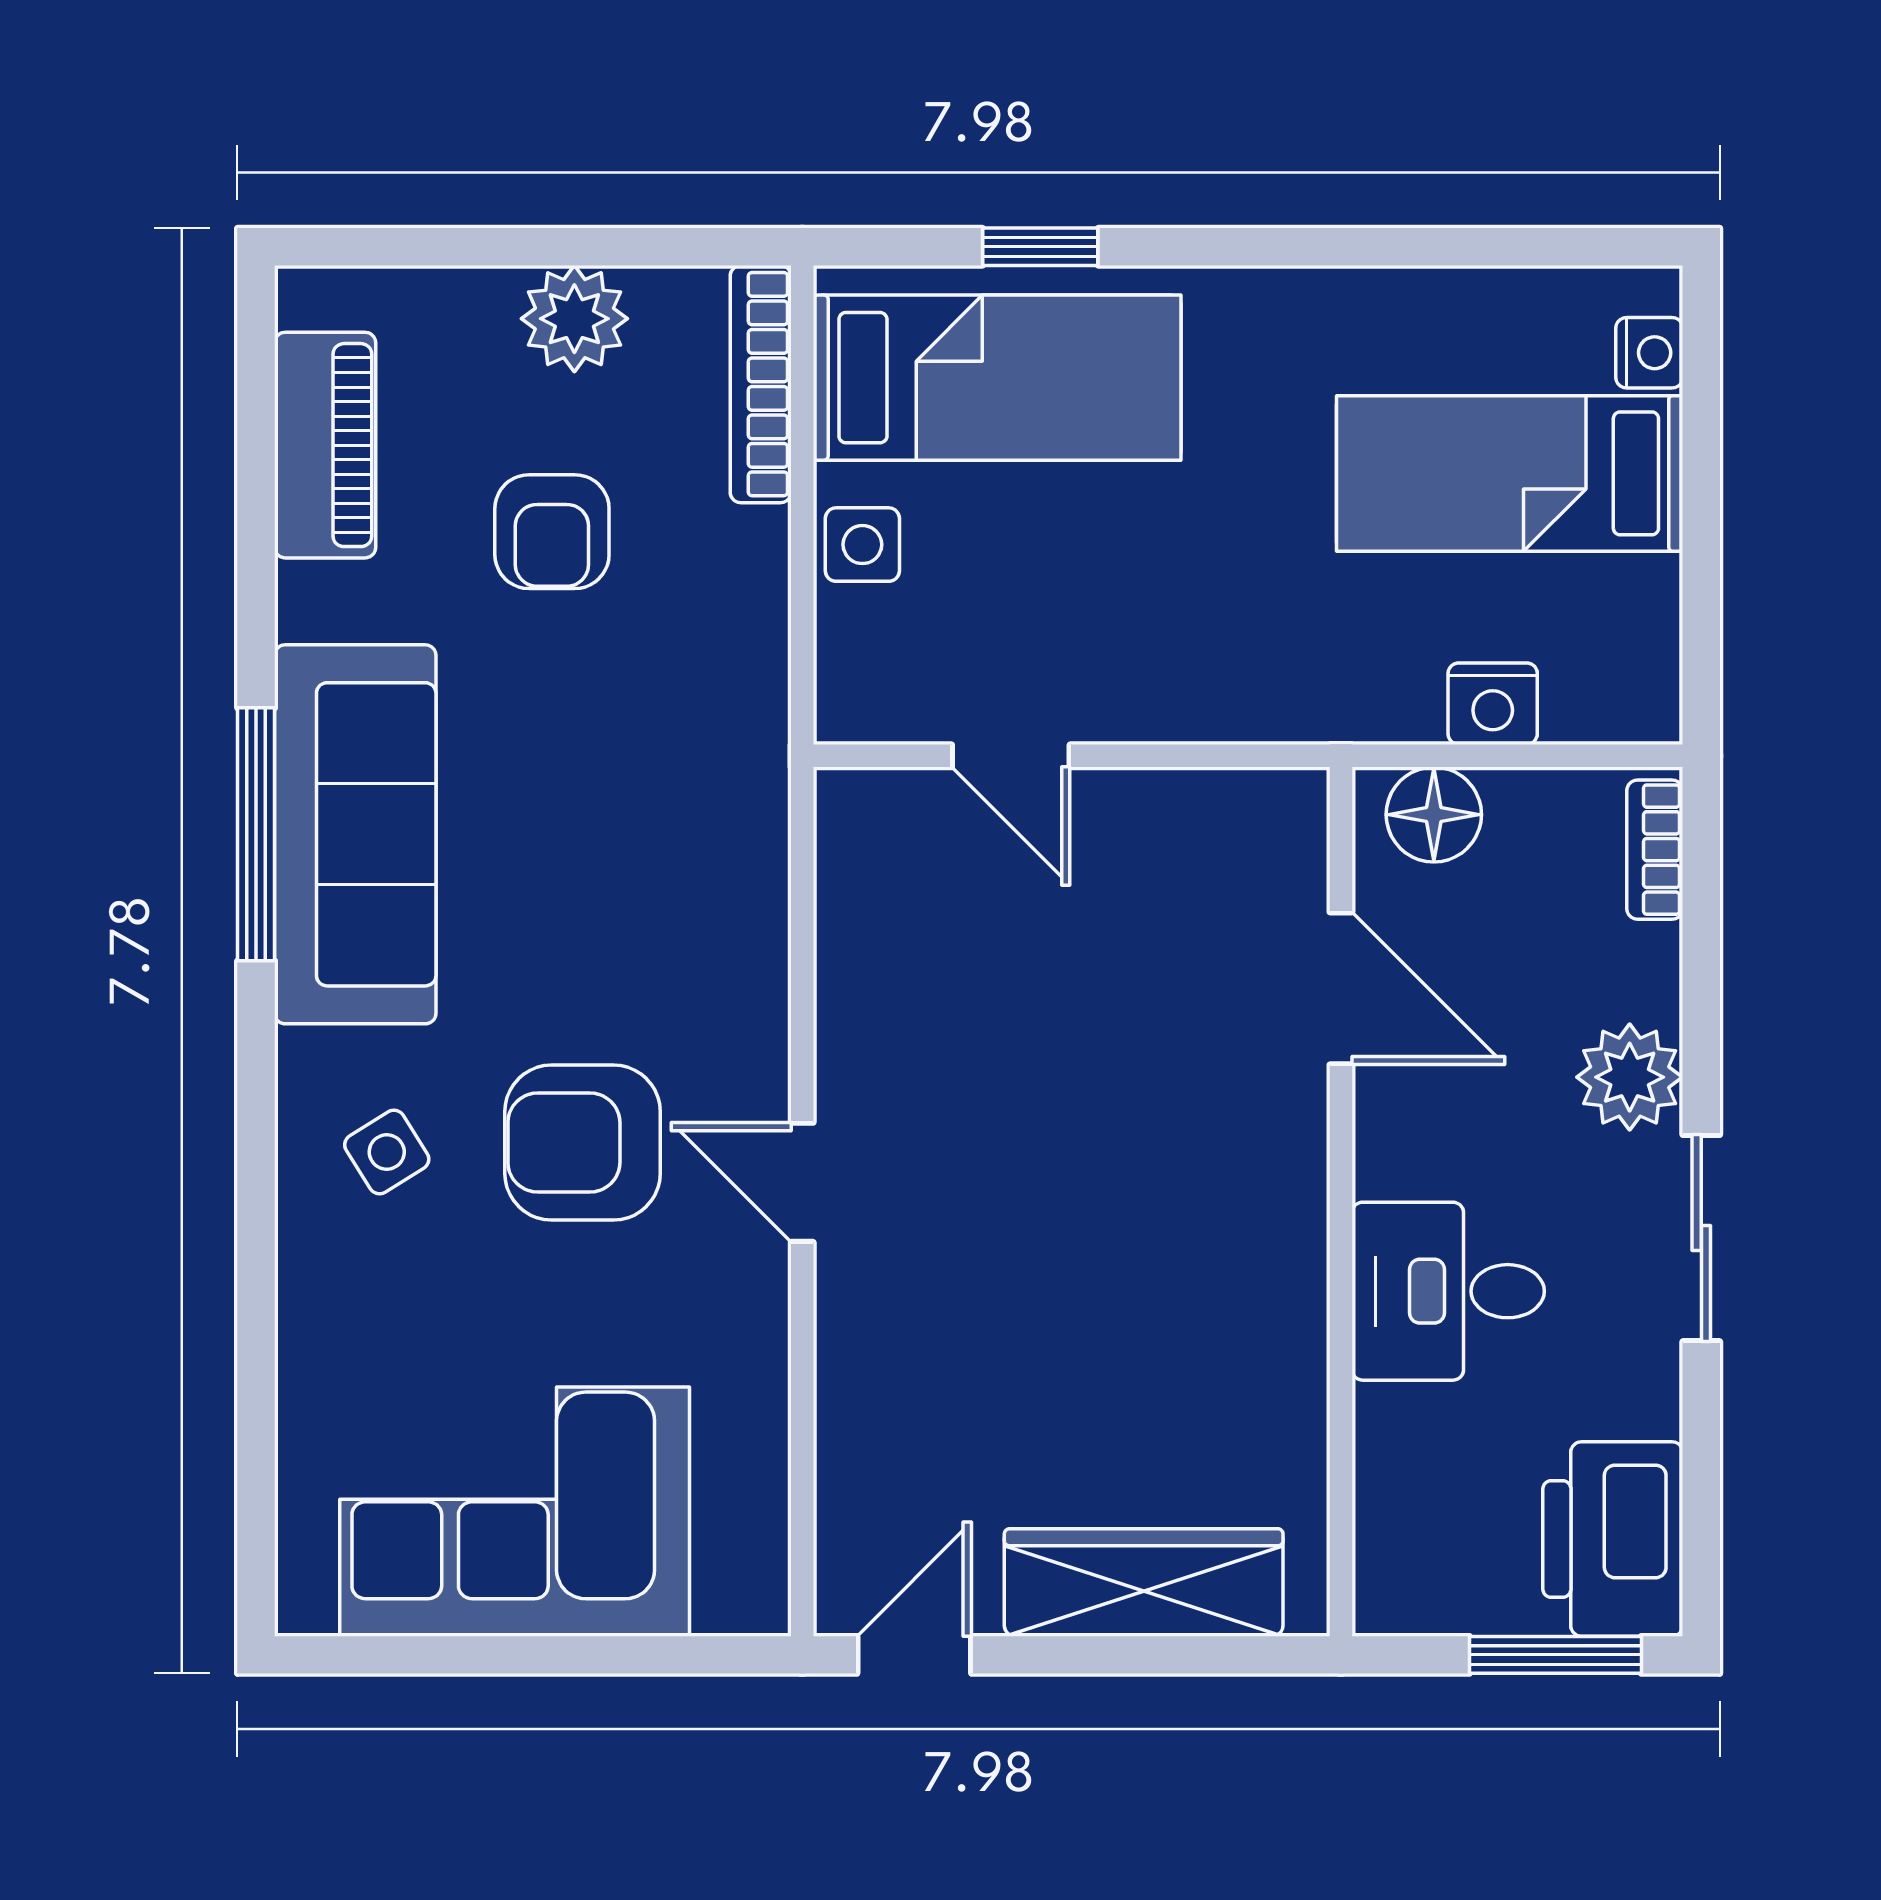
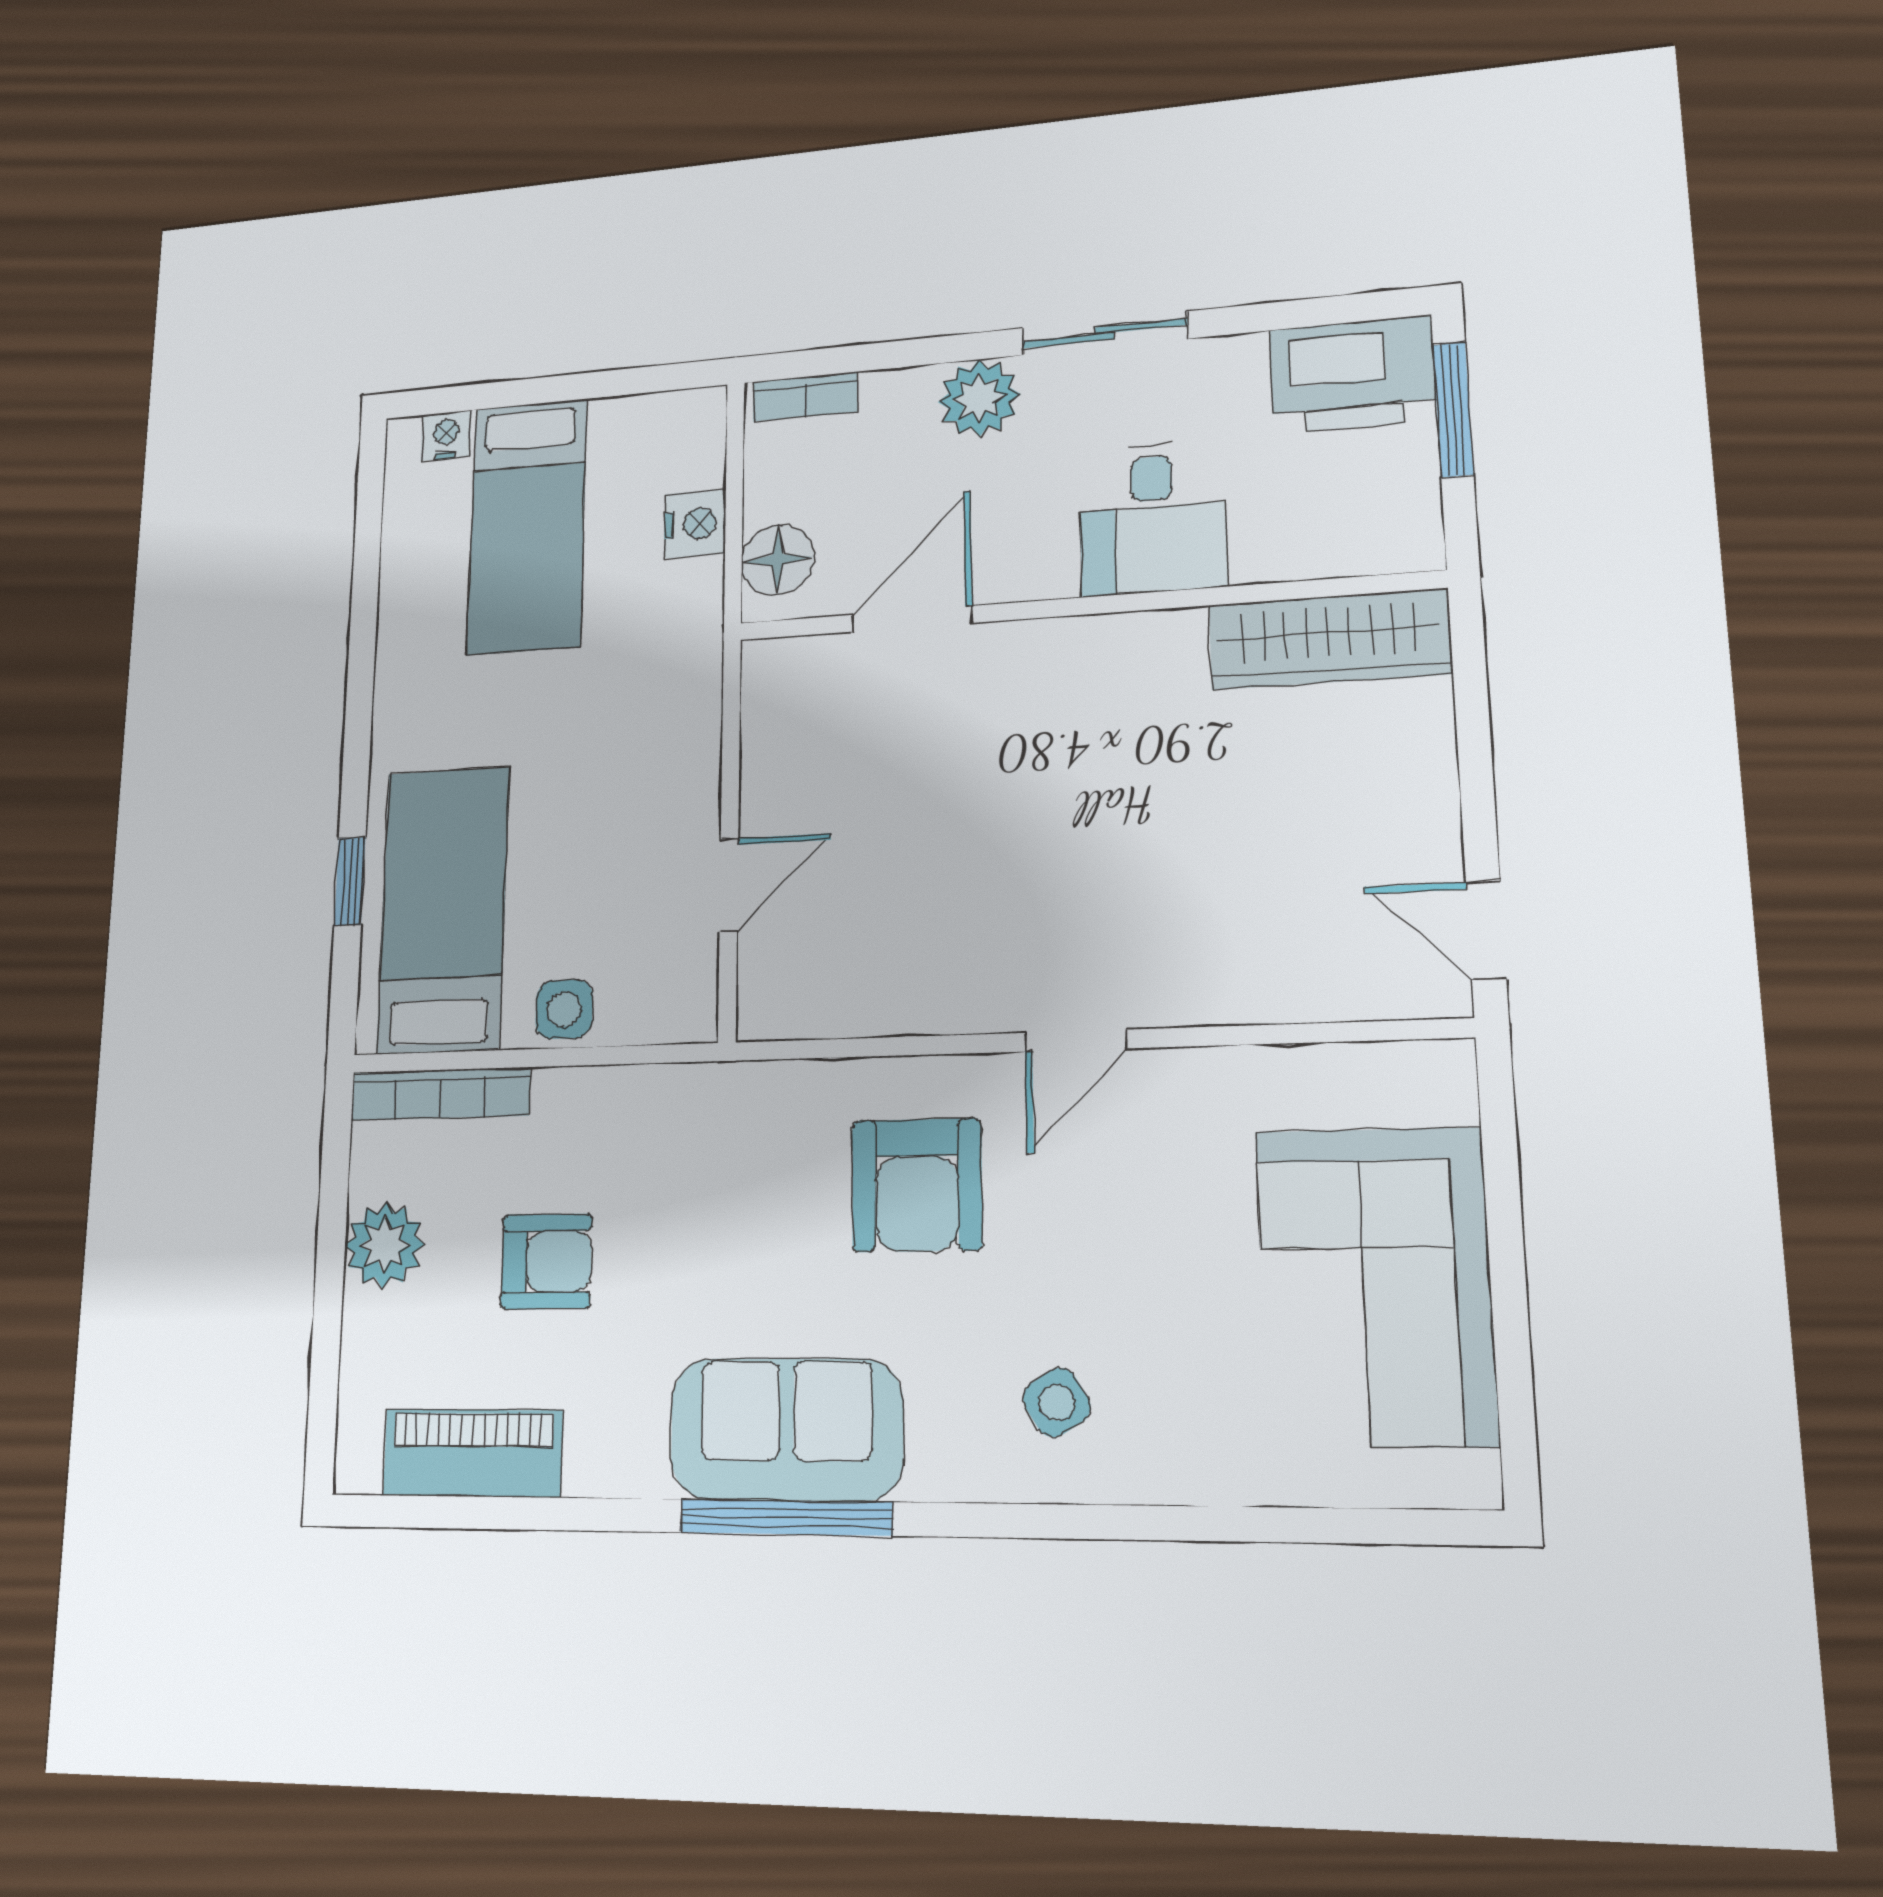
sofa: (355, 834) -> (786, 1429), width x0.73
armchair: (583, 1143) -> (917, 1185), moved
wardrobe: (1144, 1582) -> (1328, 639), moved, turned -90

